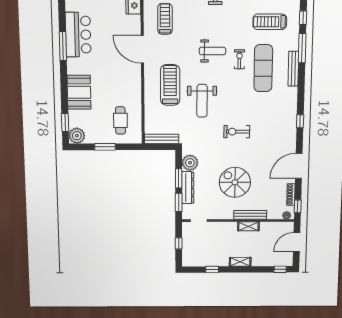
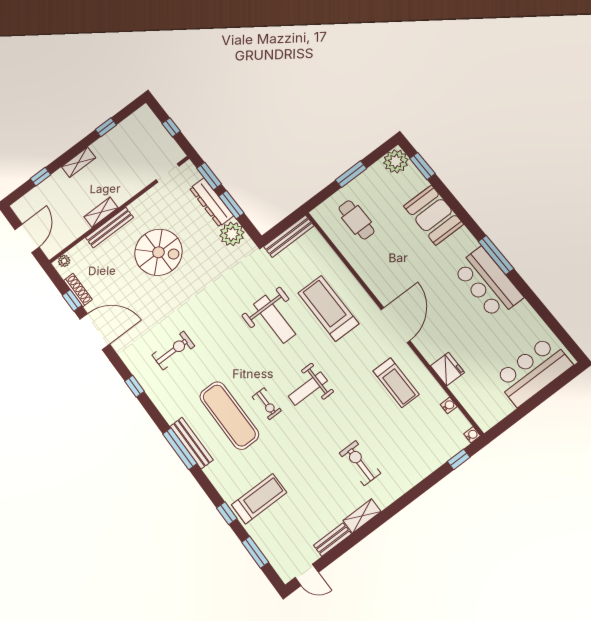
treadmill: (270, 22) -> (259, 499), moved
window: (302, 48) -> (180, 449), moved
door: (142, 49) -> (395, 325), hinge flipped
treadmill: (170, 85) -> (328, 308), turned 180
weight bench: (202, 101) -> (275, 319), turned 180
exercise bike: (237, 132) -> (173, 351), moved
door: (299, 166) -> (95, 332), hinge flipped
window: (298, 206) -> (72, 300), moved
window: (280, 269) -> (41, 177), moved

